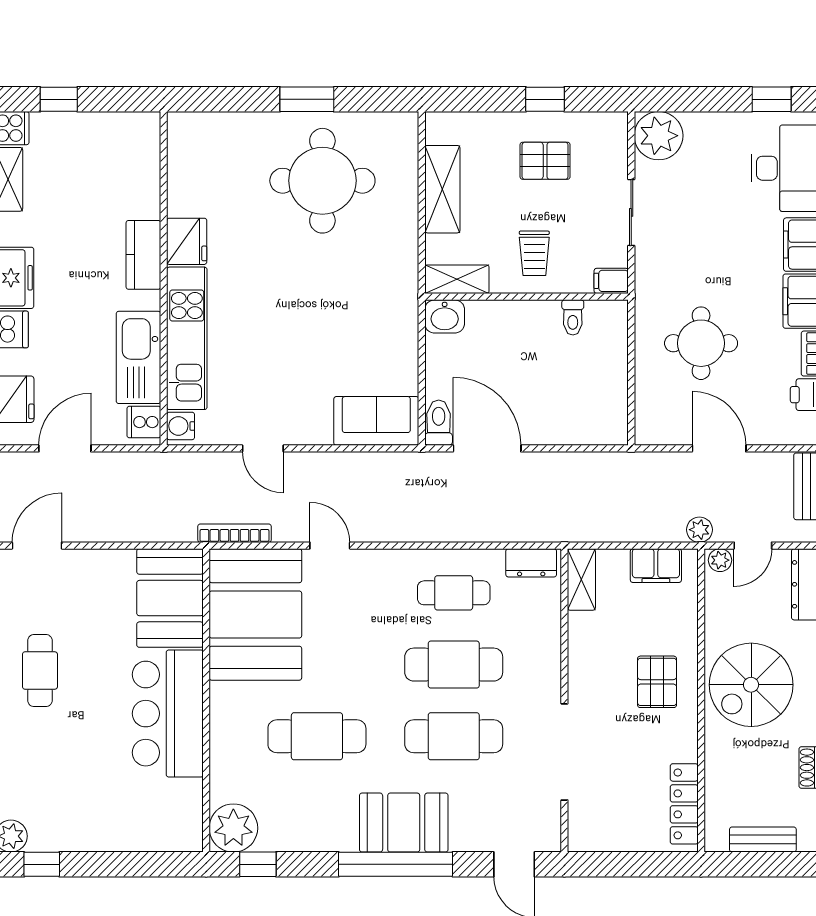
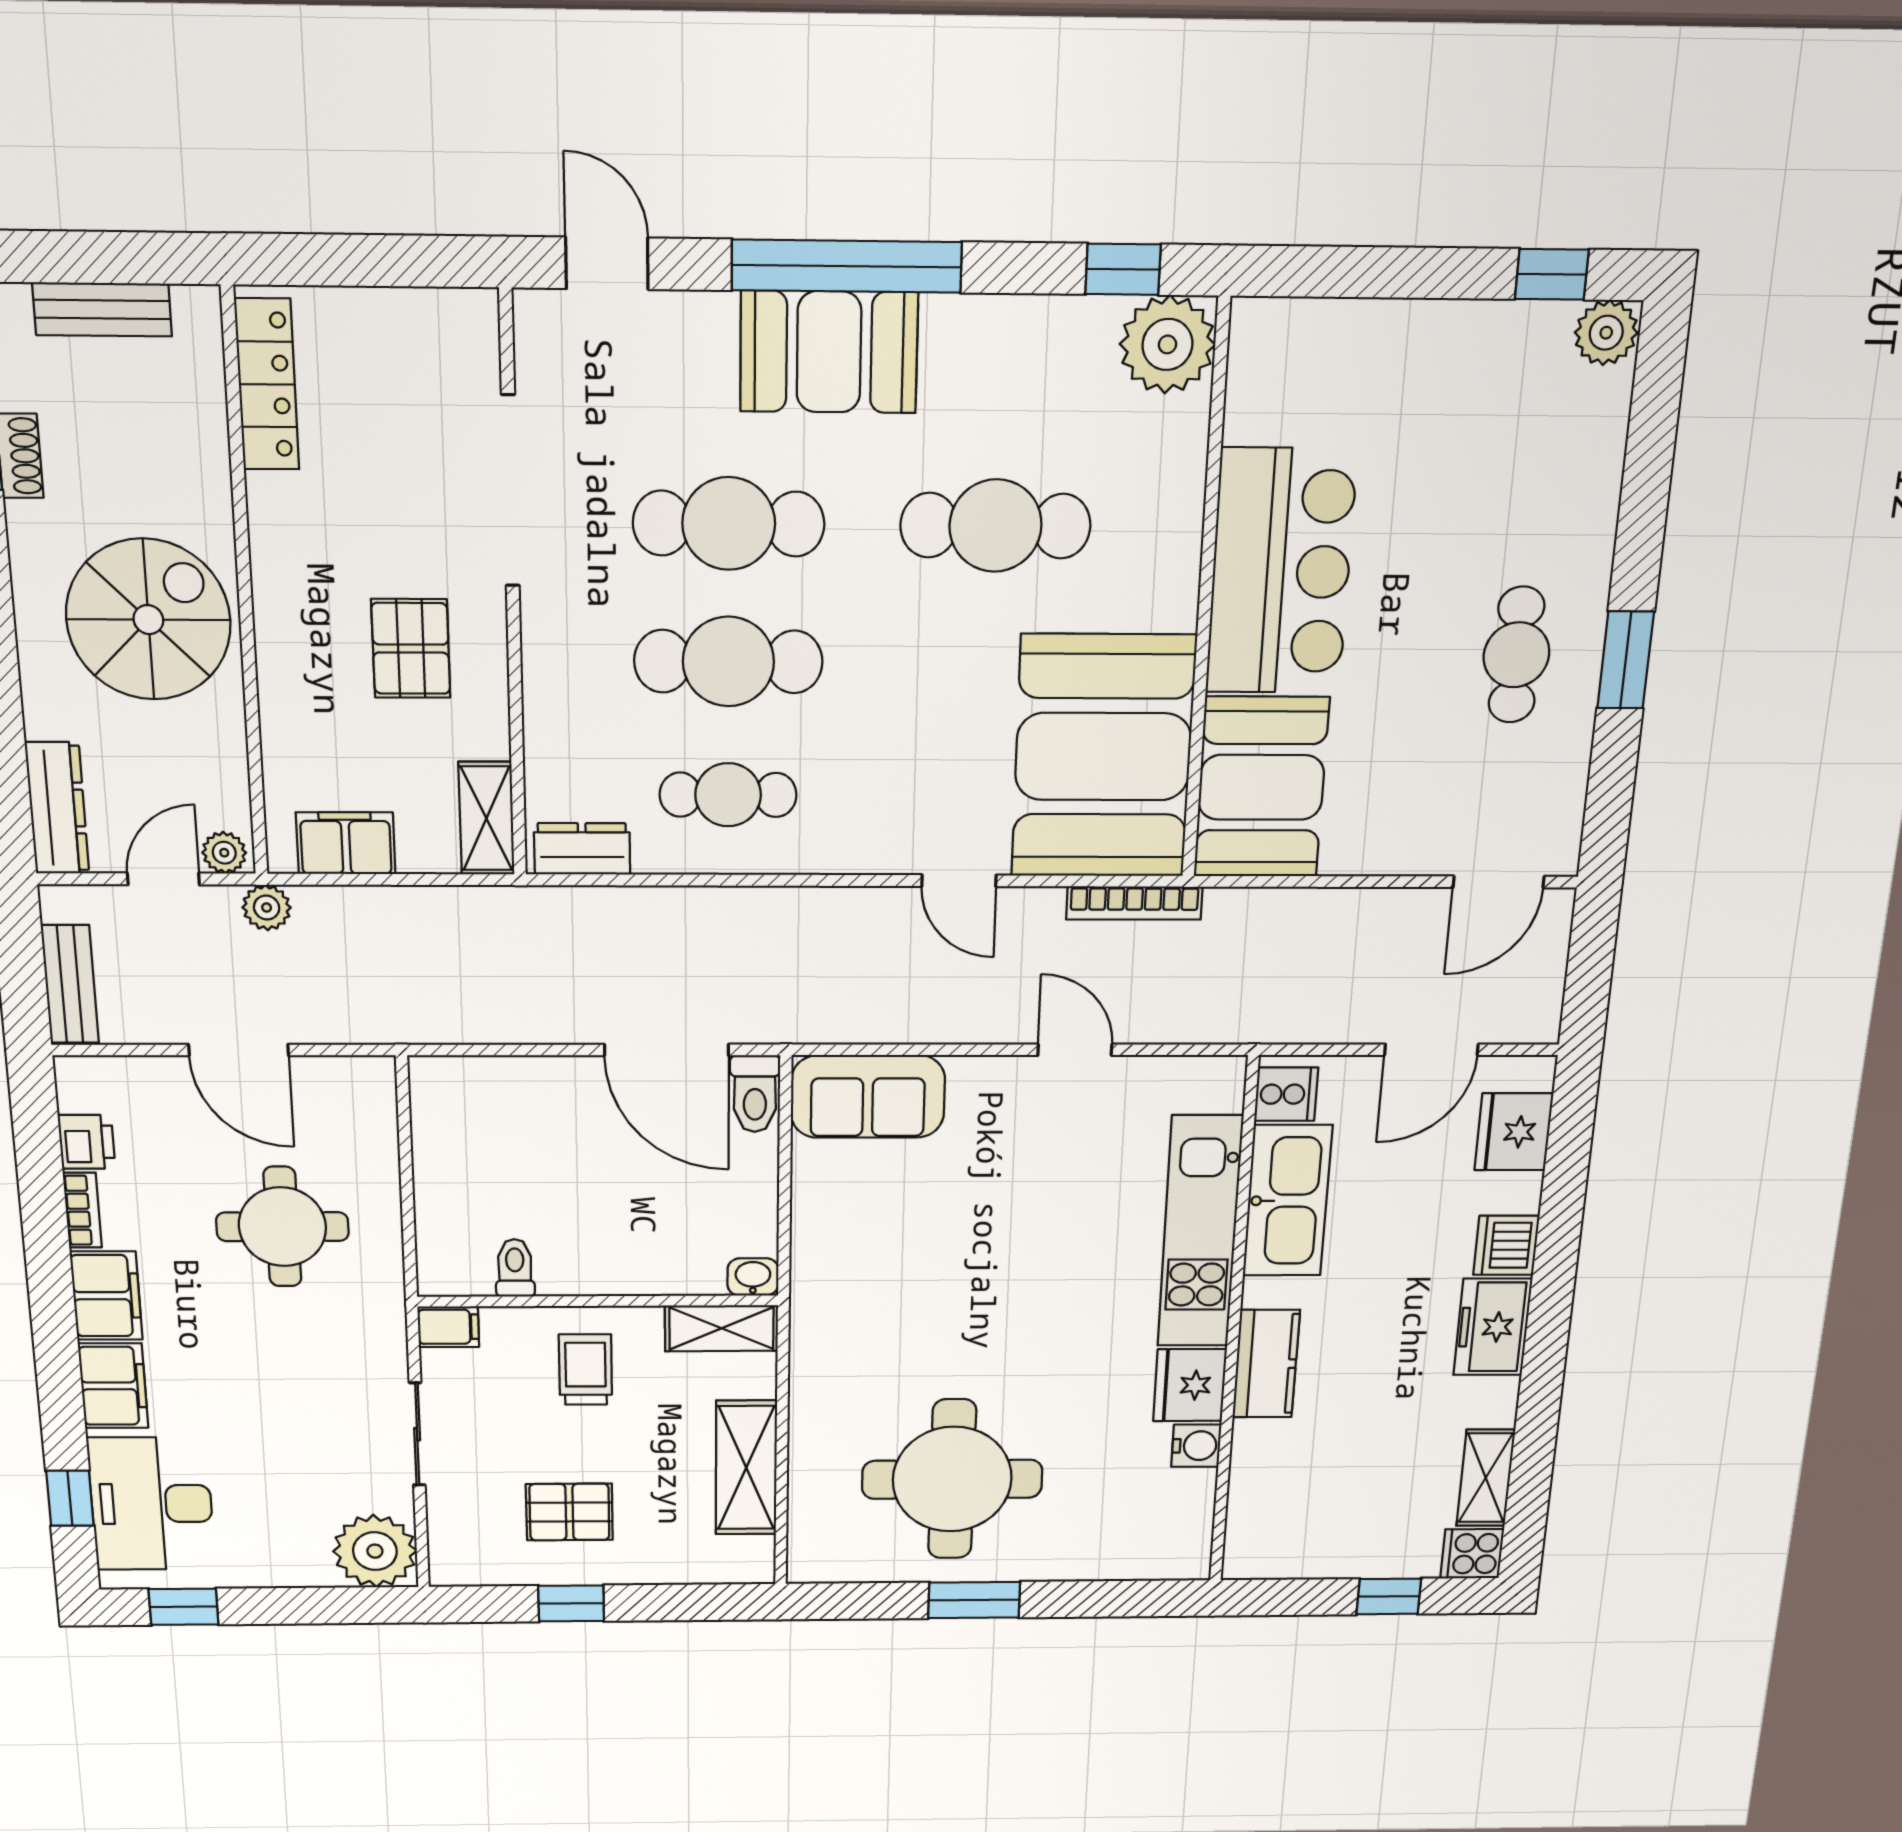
washbasin: (445, 316) -> (753, 1277), width x0.72, depth x0.69
water cooler: (181, 426) -> (1196, 1446), moved
pallet: (657, 682) -> (411, 648), moved

